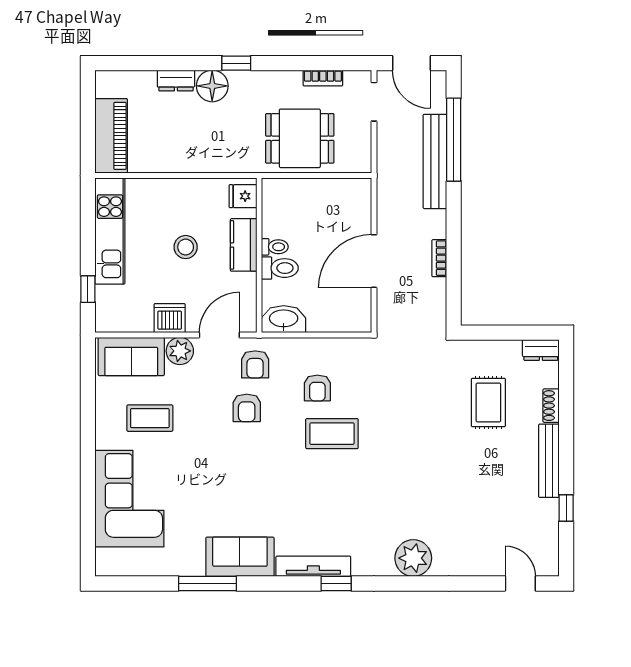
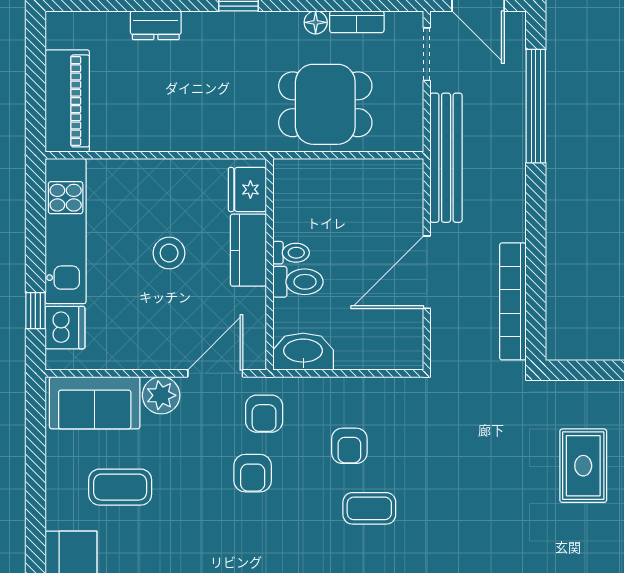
floor lamp: (212, 86) -> (316, 22), moved, width x0.53, depth x0.53
bench: (435, 161) -> (446, 158), moved
fridge: (243, 196) -> (247, 189), width x1.38
bookcase: (439, 258) -> (513, 301), width x2.31, depth x1.31
dishwasher: (170, 318) -> (65, 328), moved, turned 90
coffee table: (332, 434) -> (369, 508), width x0.73, depth x0.77

